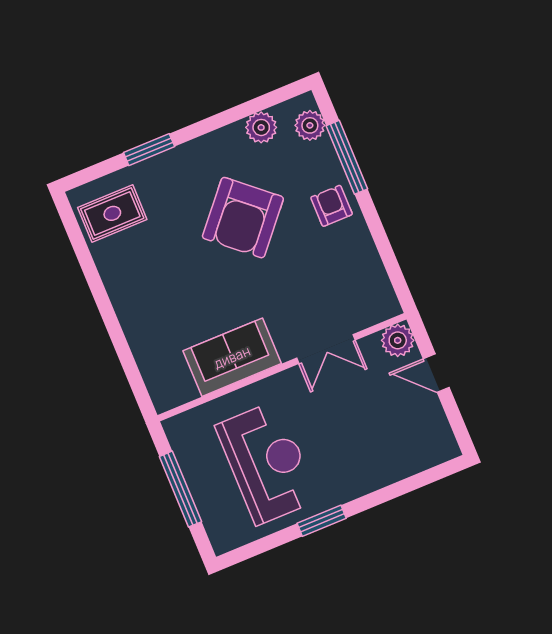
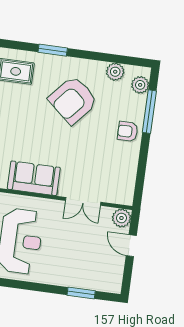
armchair: (332, 206) -> (128, 131), turned -90
armchair: (243, 218) -> (73, 100), moved
window: (322, 521) -> (81, 293), moved

